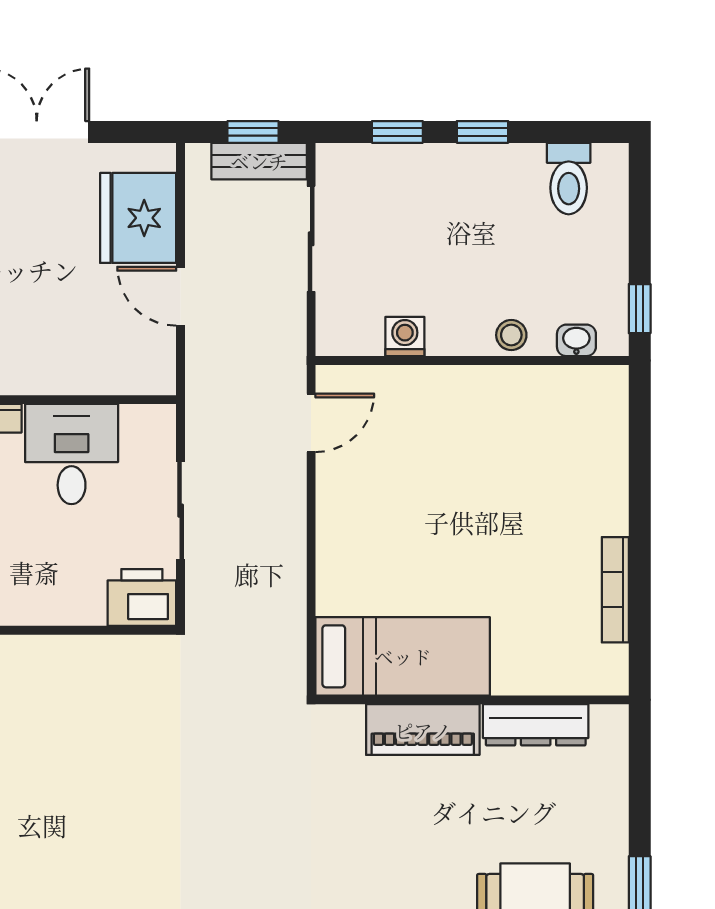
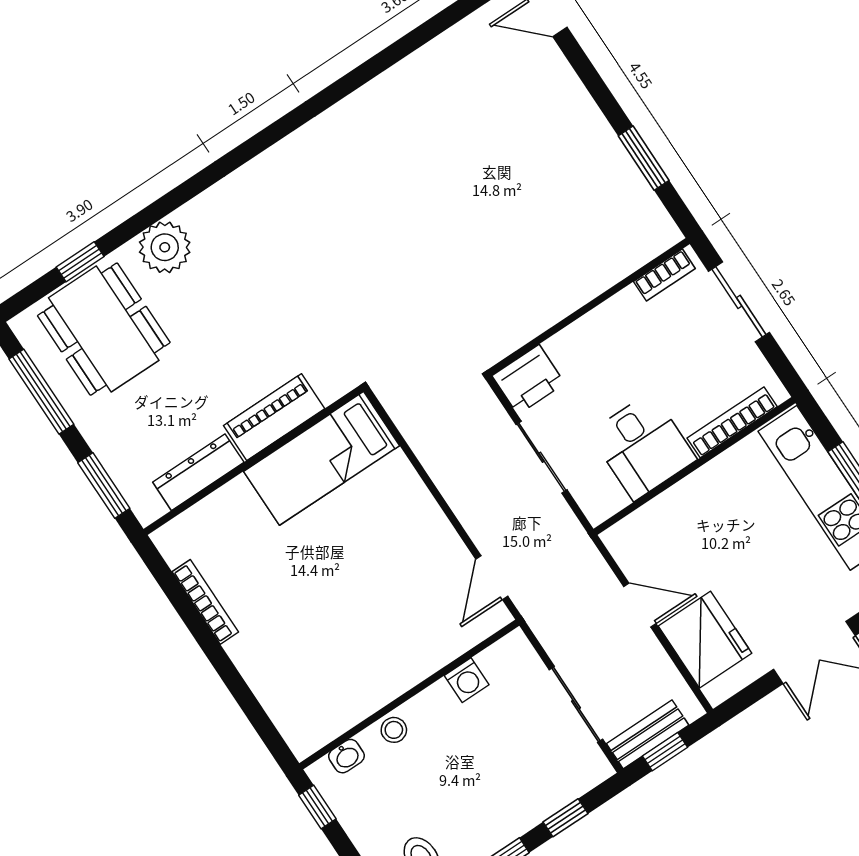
window: (640, 775) -> (104, 485), added

